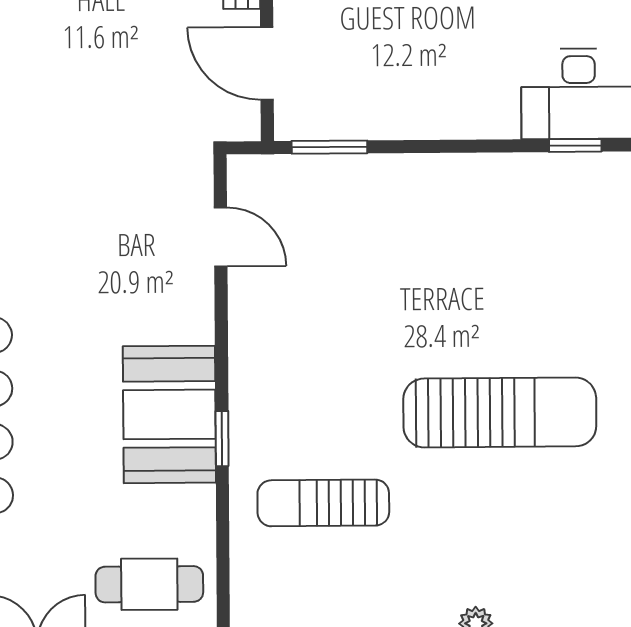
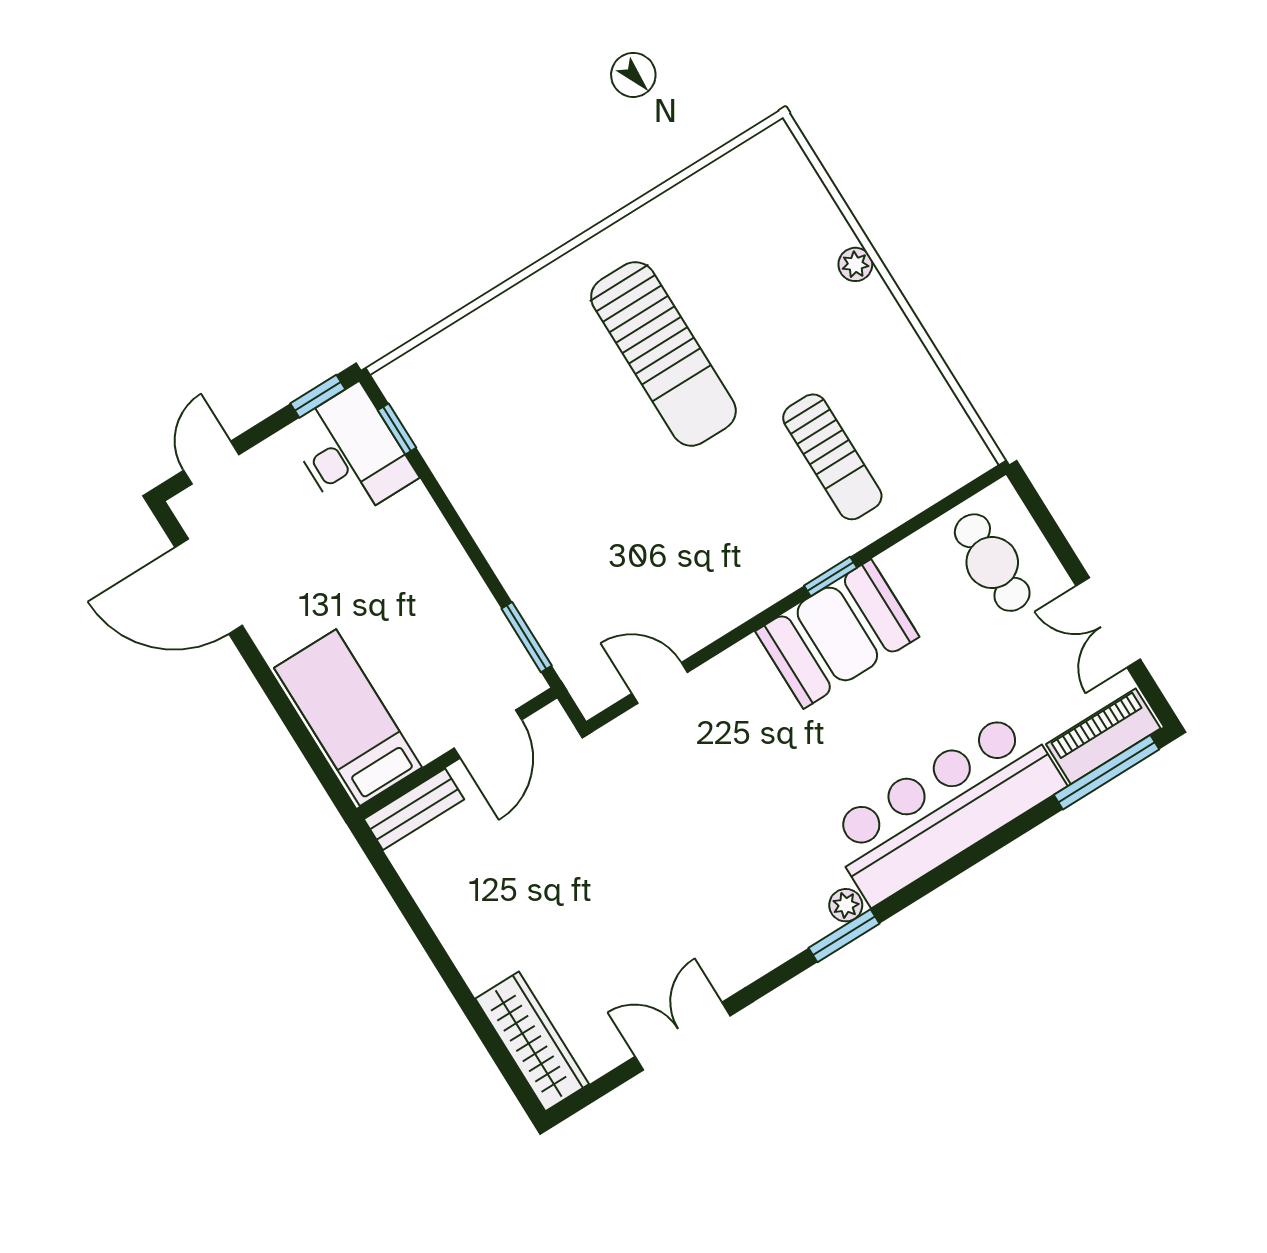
door: (221, 237) -> (660, 683), hinge flipped
sun lounger: (500, 412) -> (663, 354), turned 180

